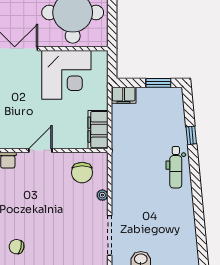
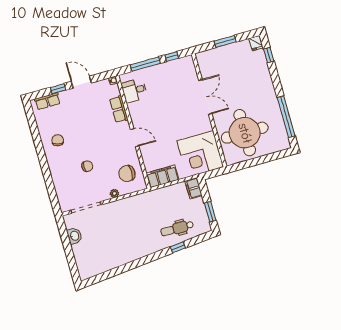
corner desk: (66, 75) -> (200, 154), moved
dental chair: (176, 167) -> (177, 228), moved
chair: (59, 219) -> (87, 166), added

